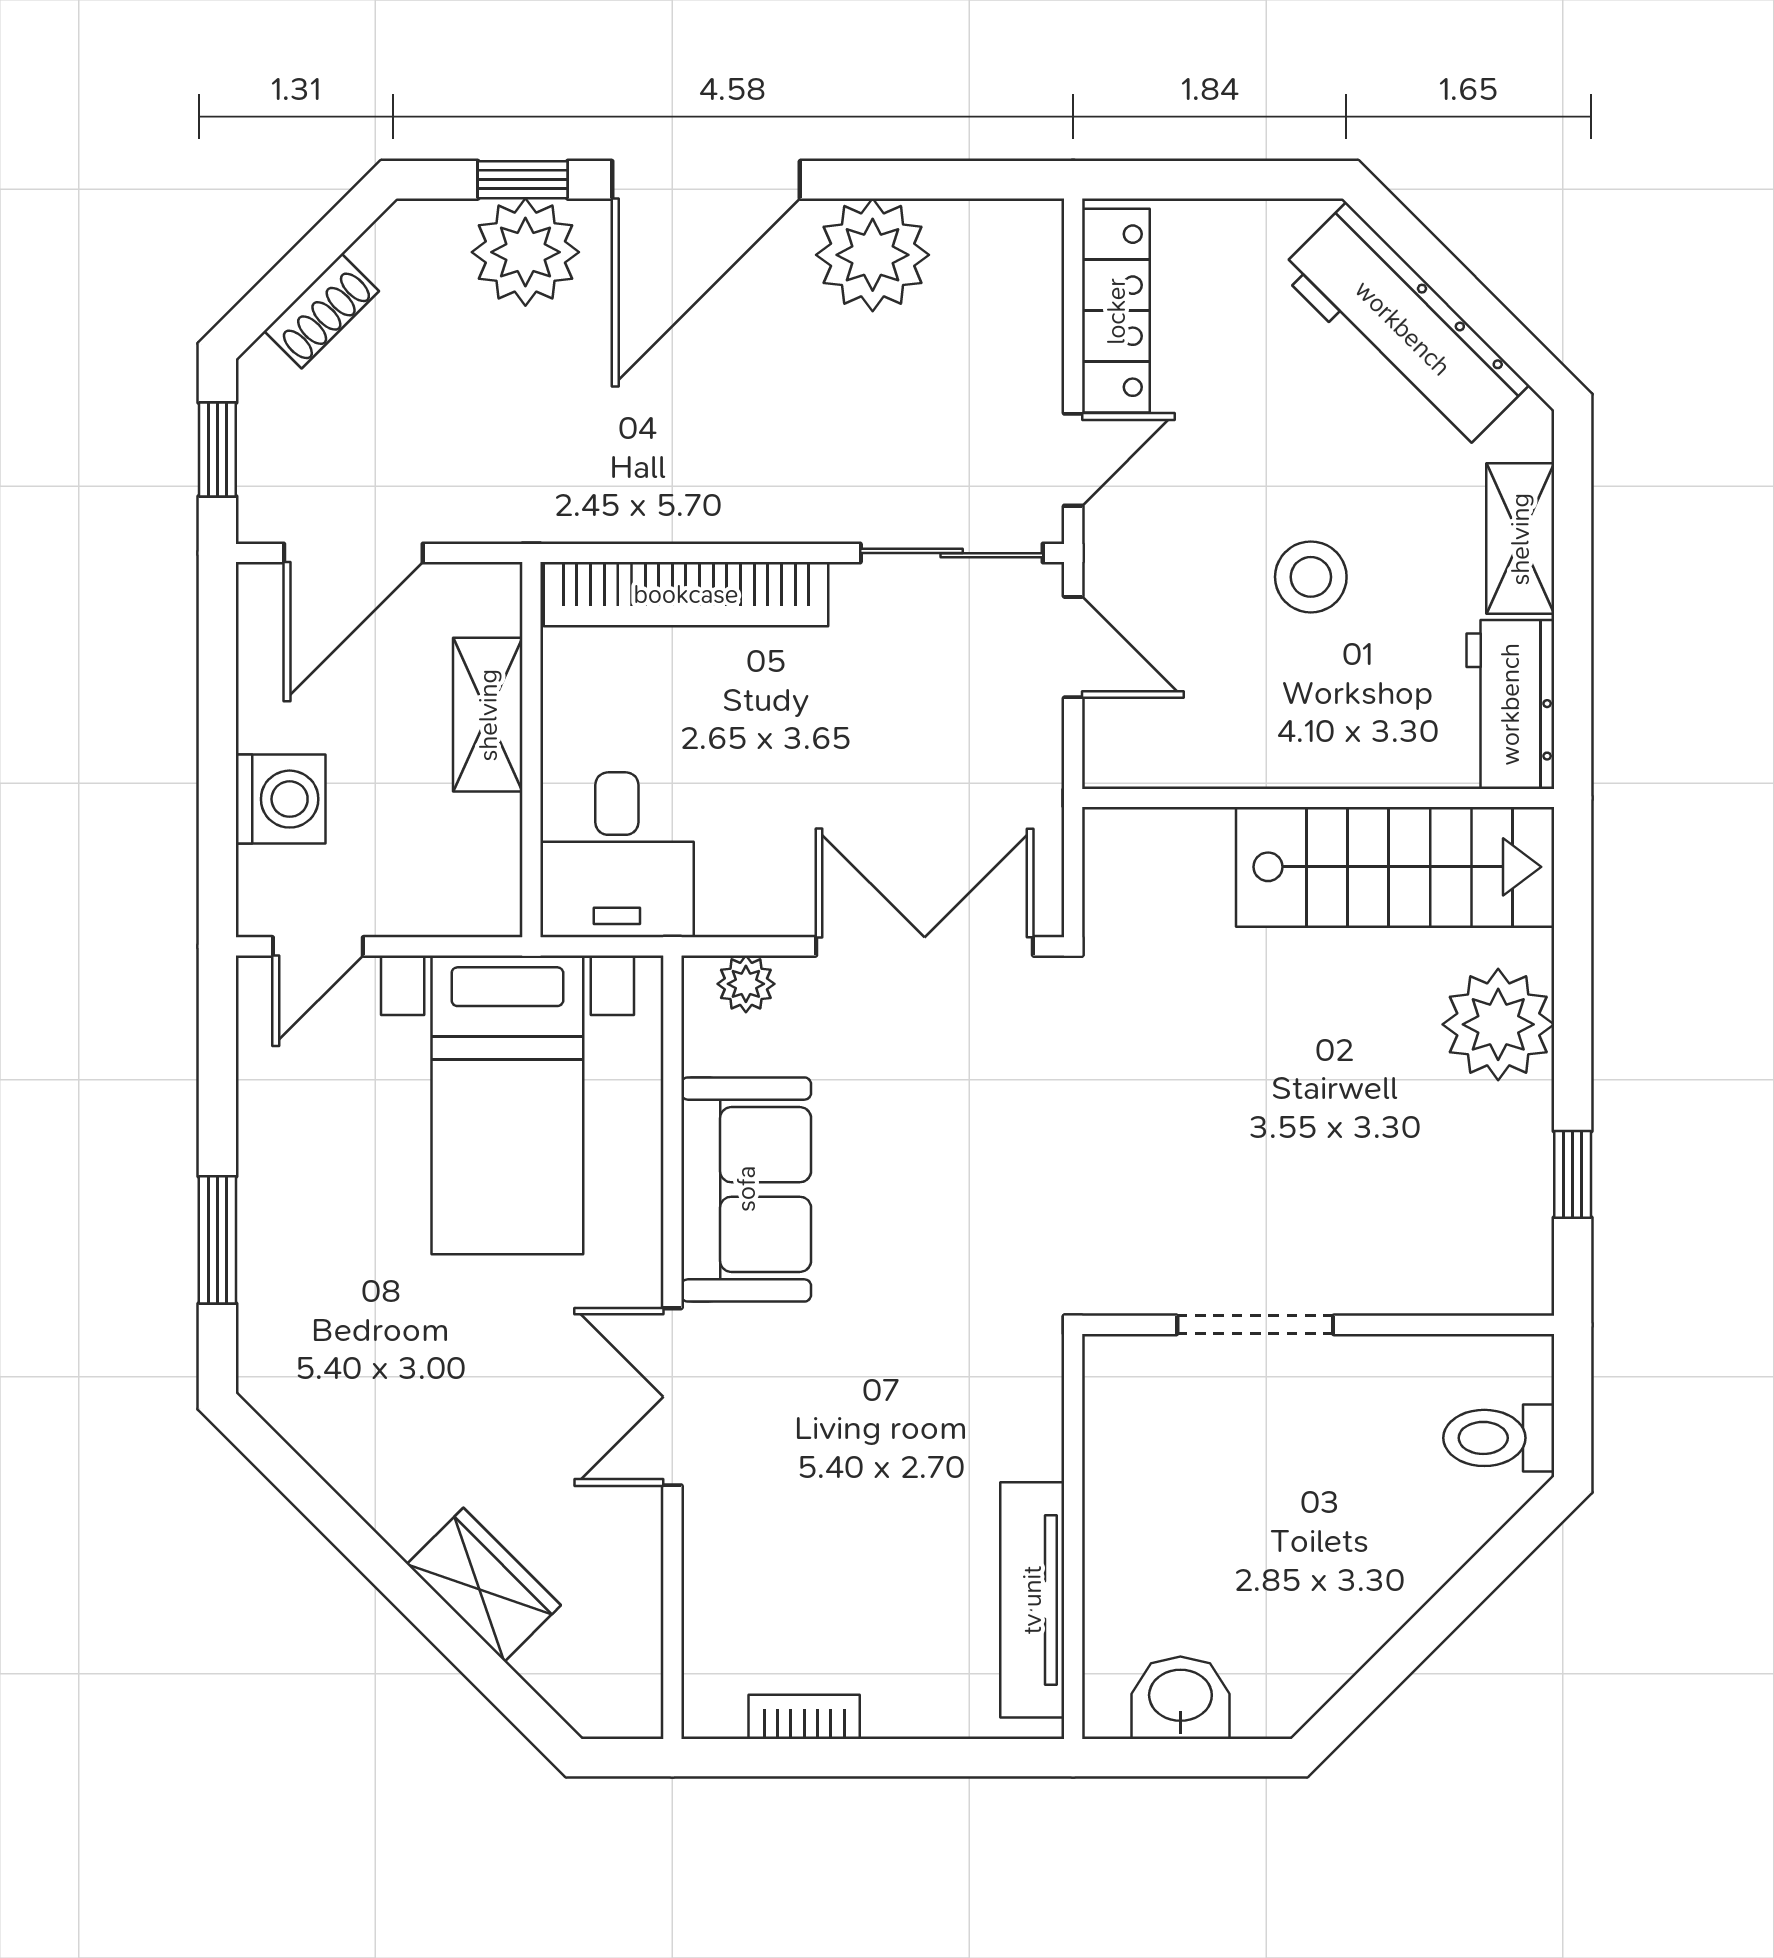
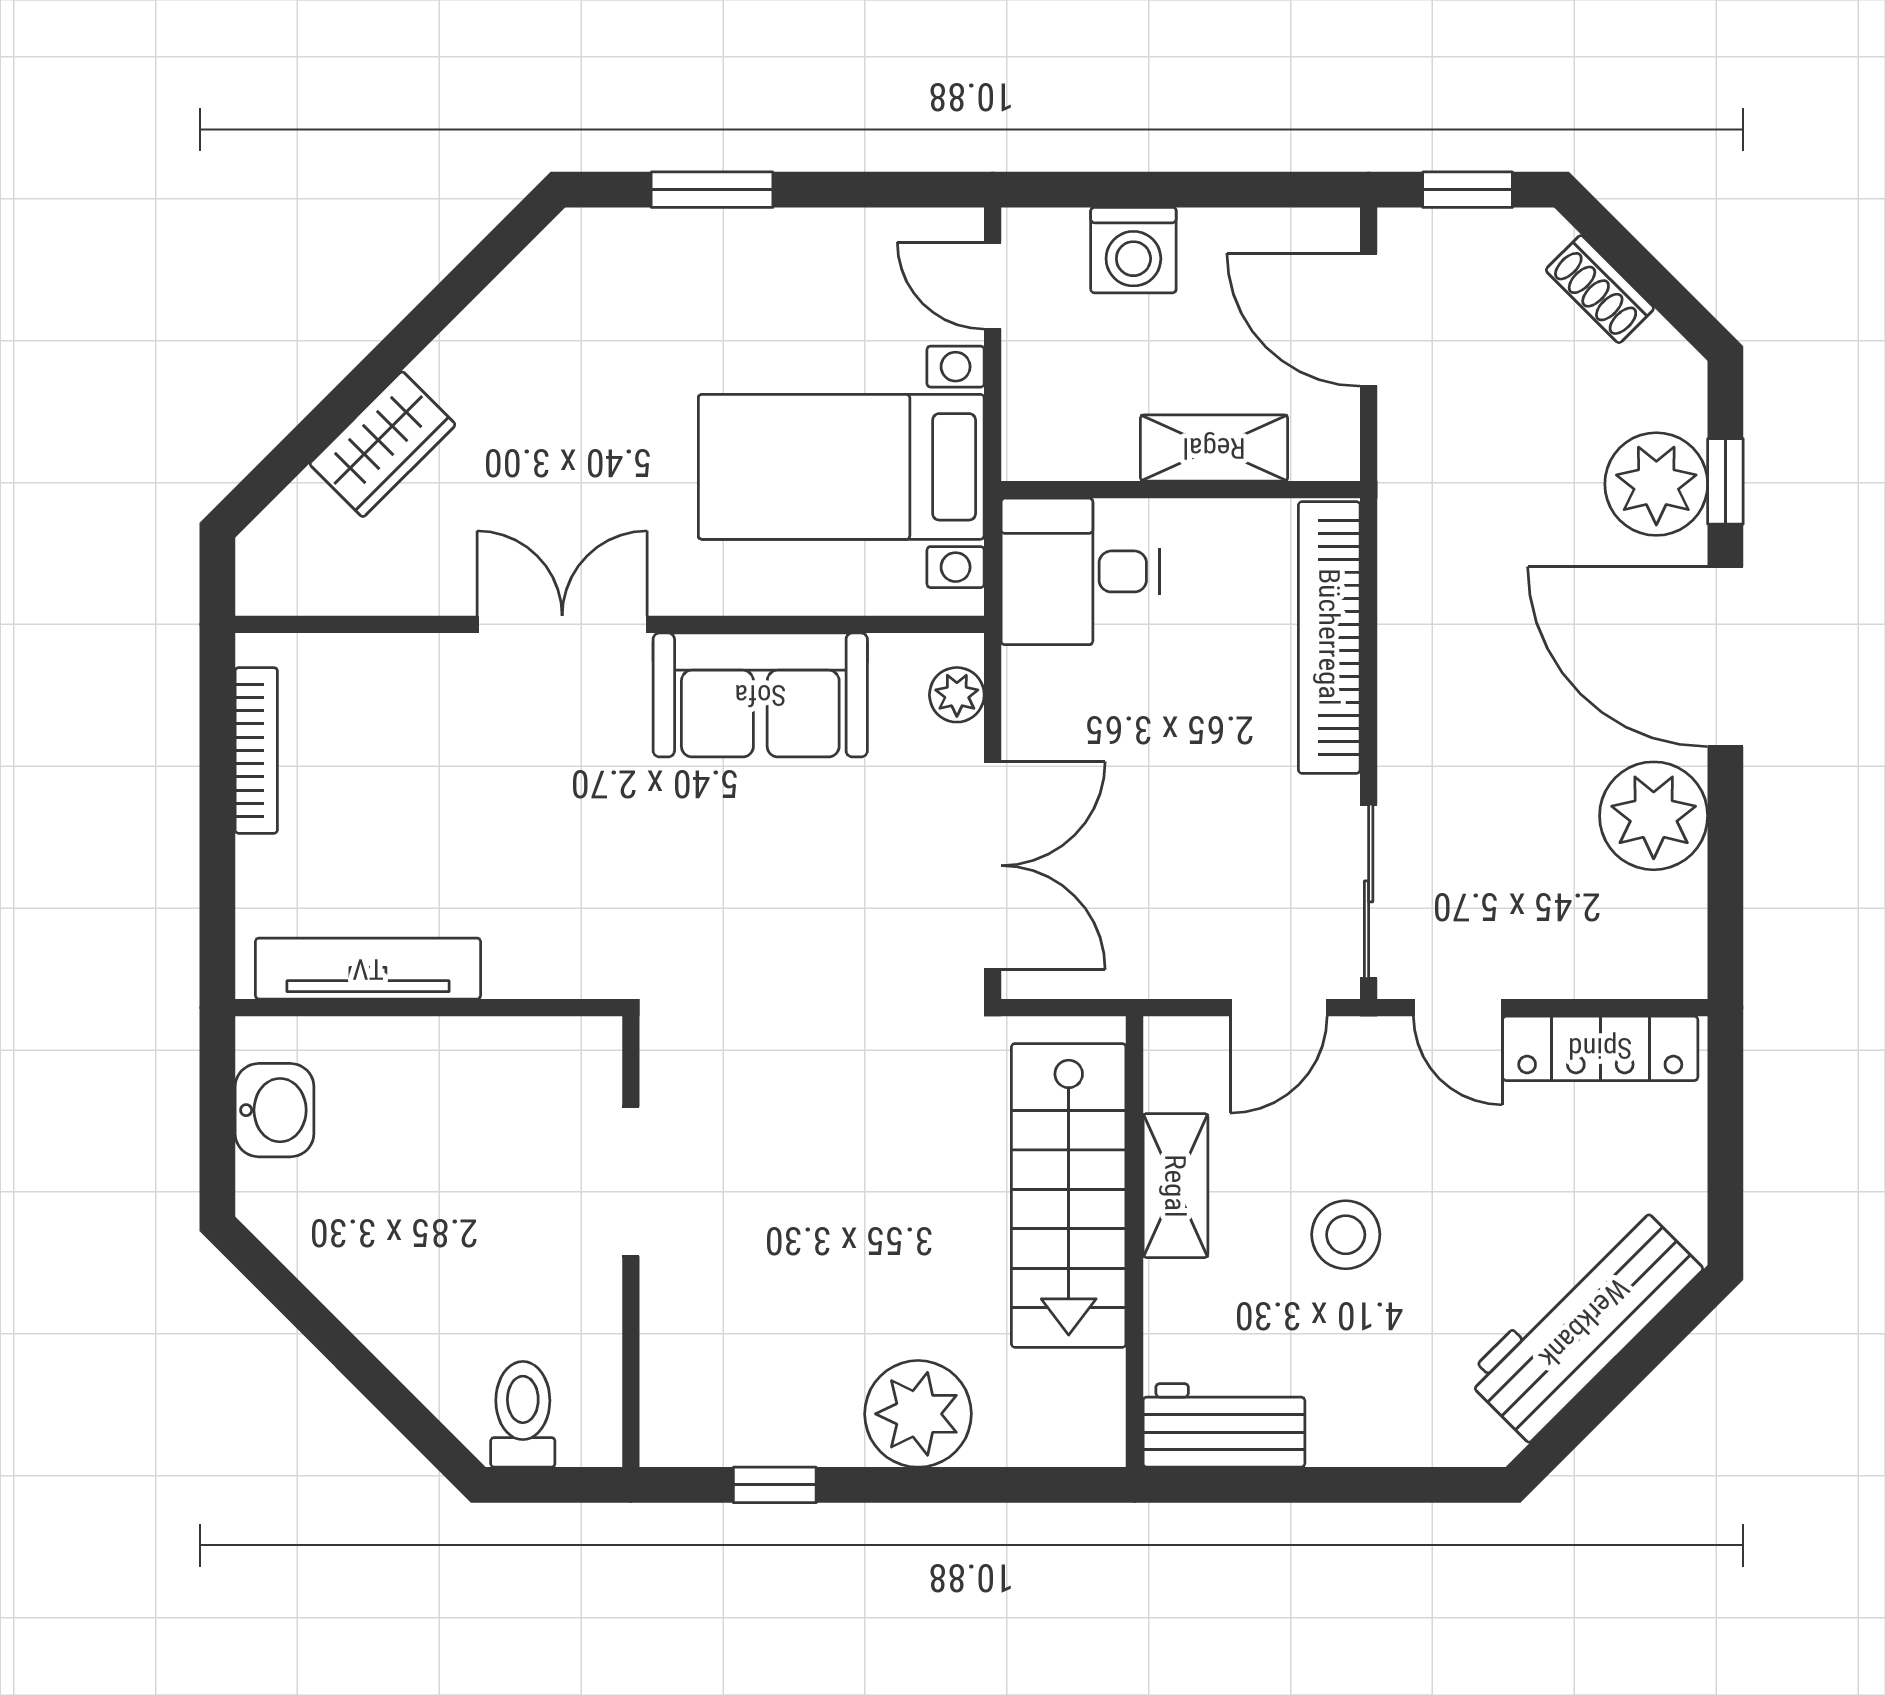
shelving: (1520, 539) -> (1175, 1186), moved, turned 90
stairs: (1395, 867) -> (1069, 1195), moved
bookcase: (804, 1717) -> (256, 750), width x1.56

